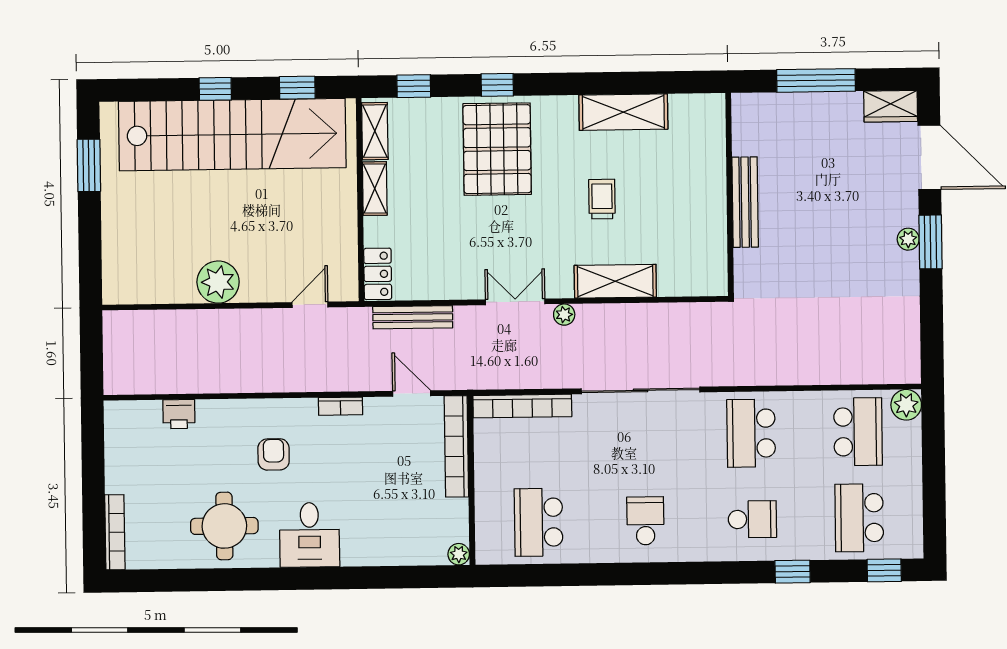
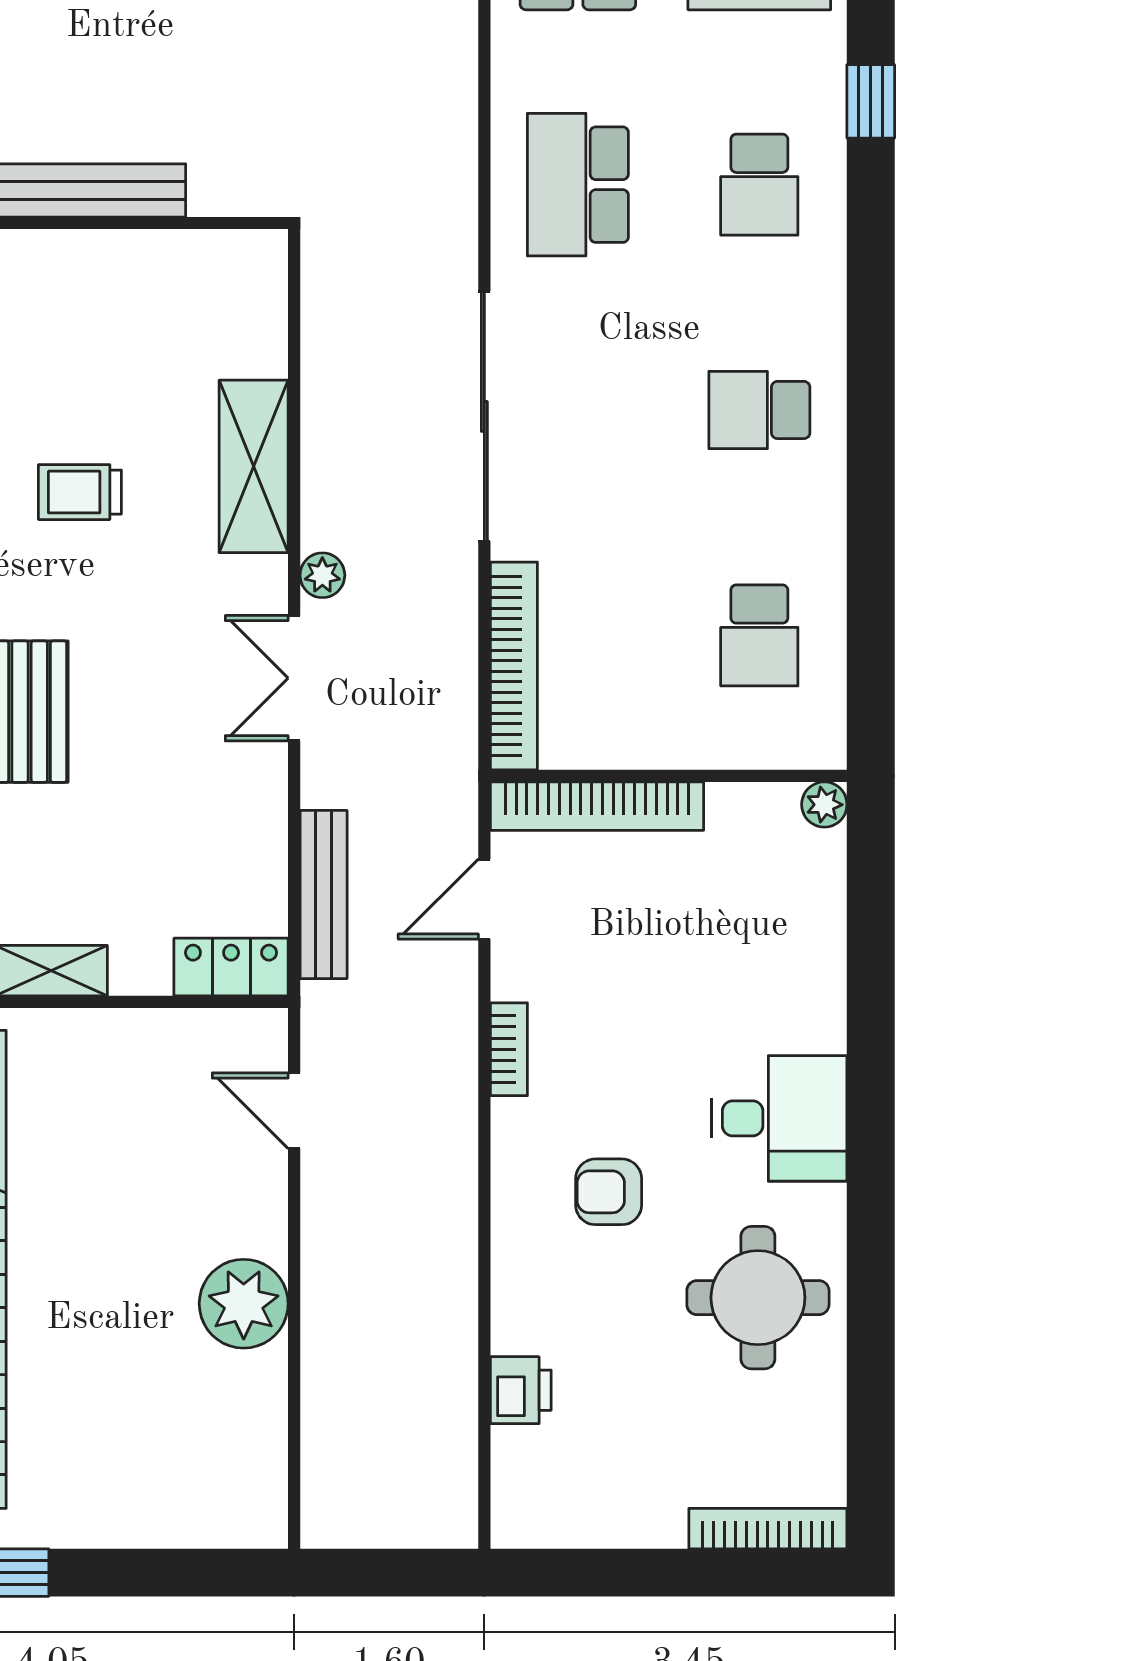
school desk: (751, 433) -> (578, 185), turned 90
school desk: (752, 519) -> (759, 185), turned 180
school desk: (539, 522) -> (759, 635), width x0.54

